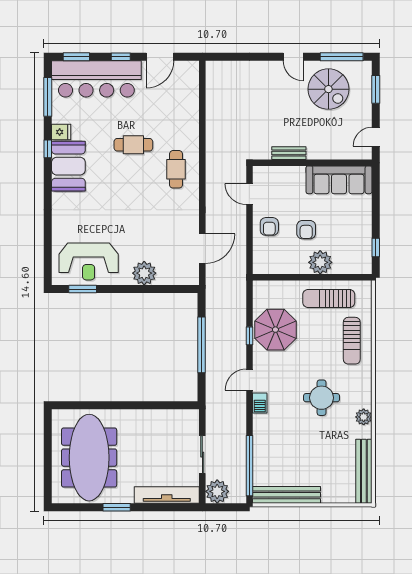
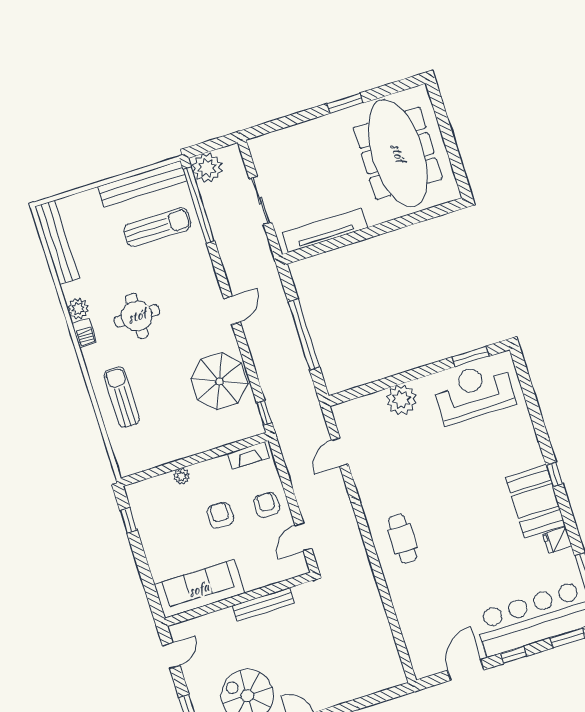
cafe table: (133, 145) -> (464, 552), removed
window: (48, 149) -> (555, 474), moved
bench: (289, 153) -> (263, 605), width x1.36
door: (249, 194) -> (303, 537), swing flipped
door: (202, 249) -> (340, 452), width x0.73
plant: (320, 262) -> (182, 476), width x0.53, depth x0.53
fireplace: (271, 268) -> (248, 455), added
sun lounger: (329, 298) -> (157, 227), moved
window: (249, 336) -> (264, 413), moved
barbecue: (260, 403) -> (84, 333), moved, turned 180
plant: (217, 491) -> (207, 168), moved
tv unit: (167, 495) -> (325, 230), moved, turned 180

